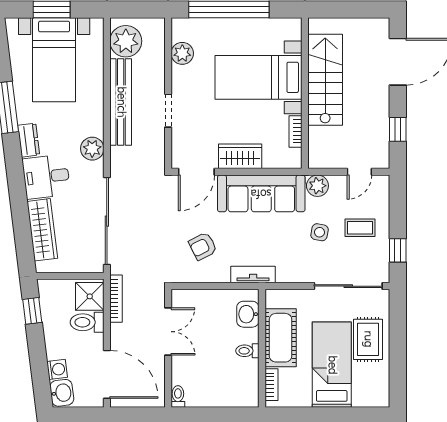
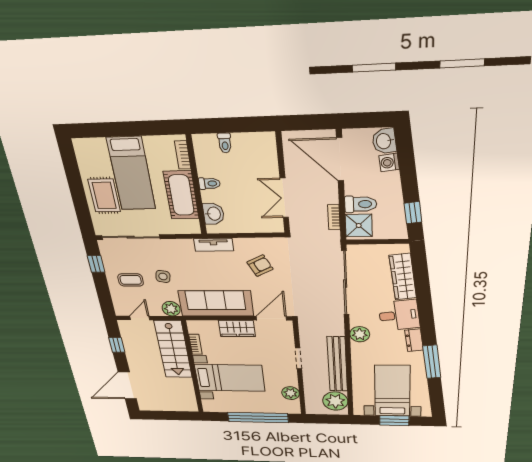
stairs: (325, 80) -> (173, 349), moved
bookcase: (116, 299) -> (334, 217), width x0.64
toilet: (178, 397) -> (225, 143), moved

